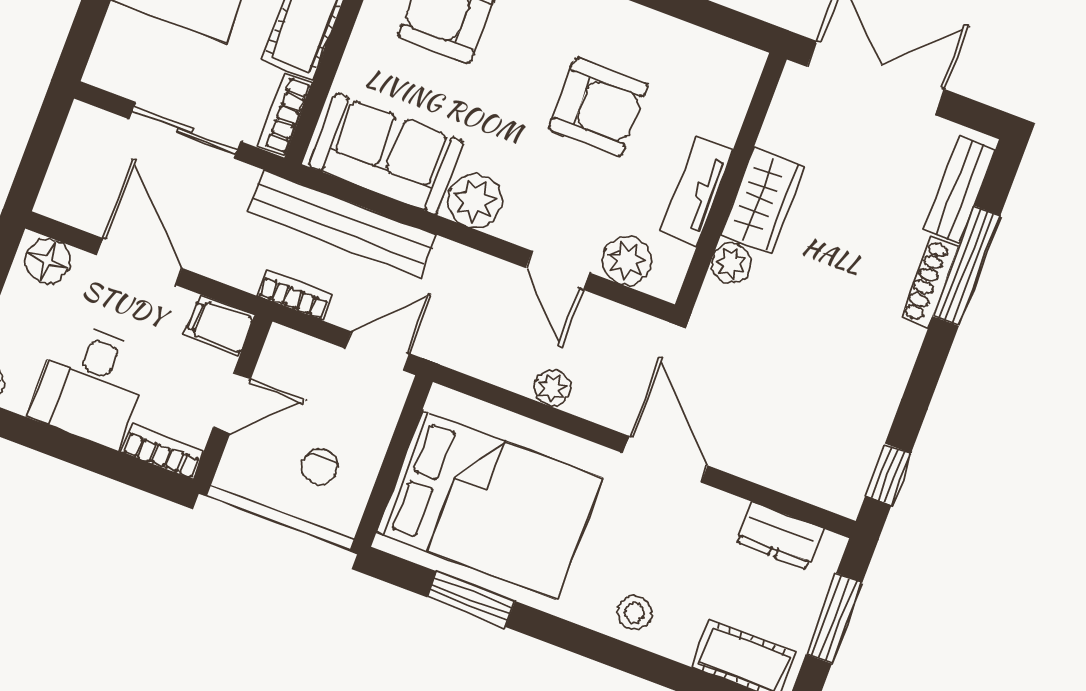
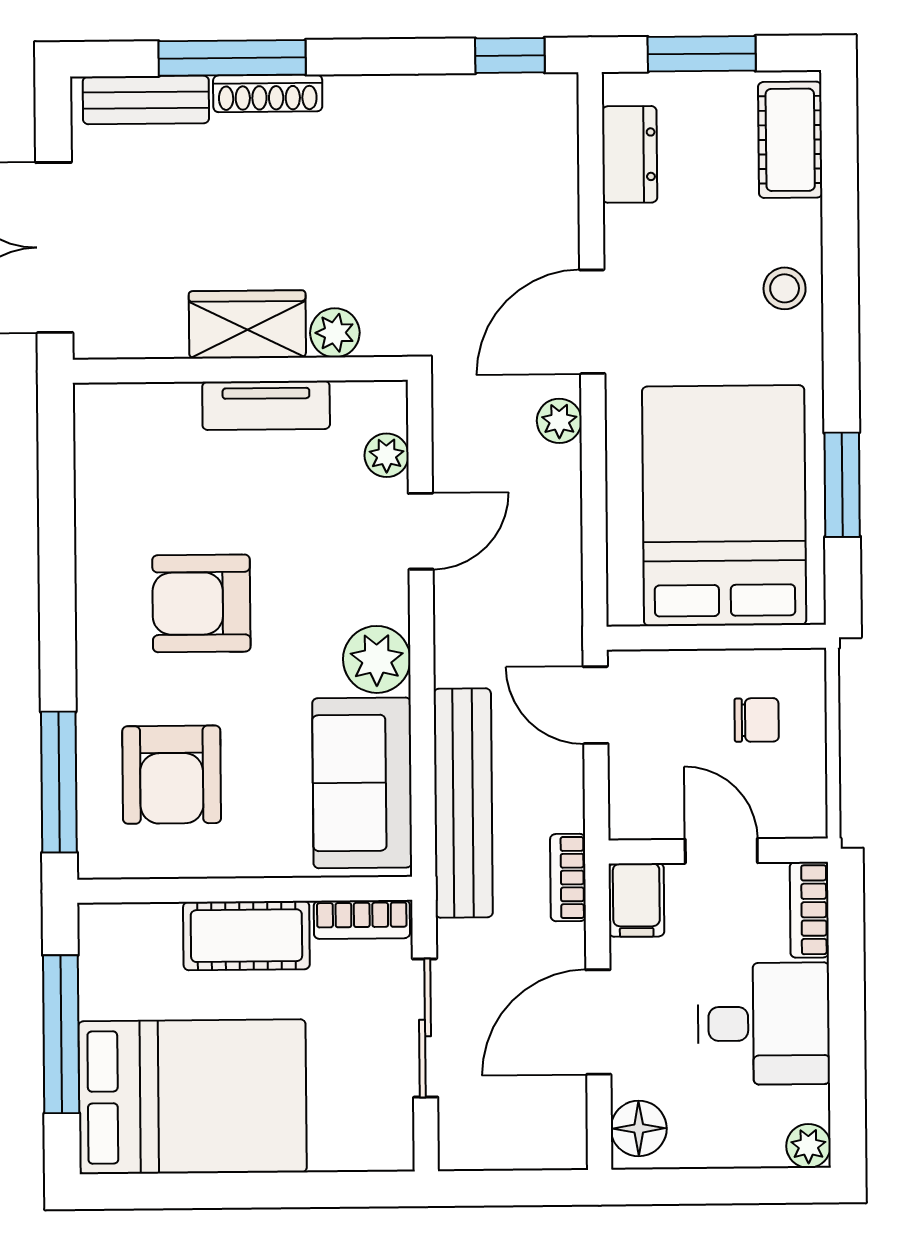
armchair: (598, 107) -> (201, 603), moved, turned -90
plant: (627, 261) -> (387, 455), width x0.73, depth x0.73
bookcase: (294, 295) -> (568, 878), moved
plant: (552, 388) -> (559, 421), moved

